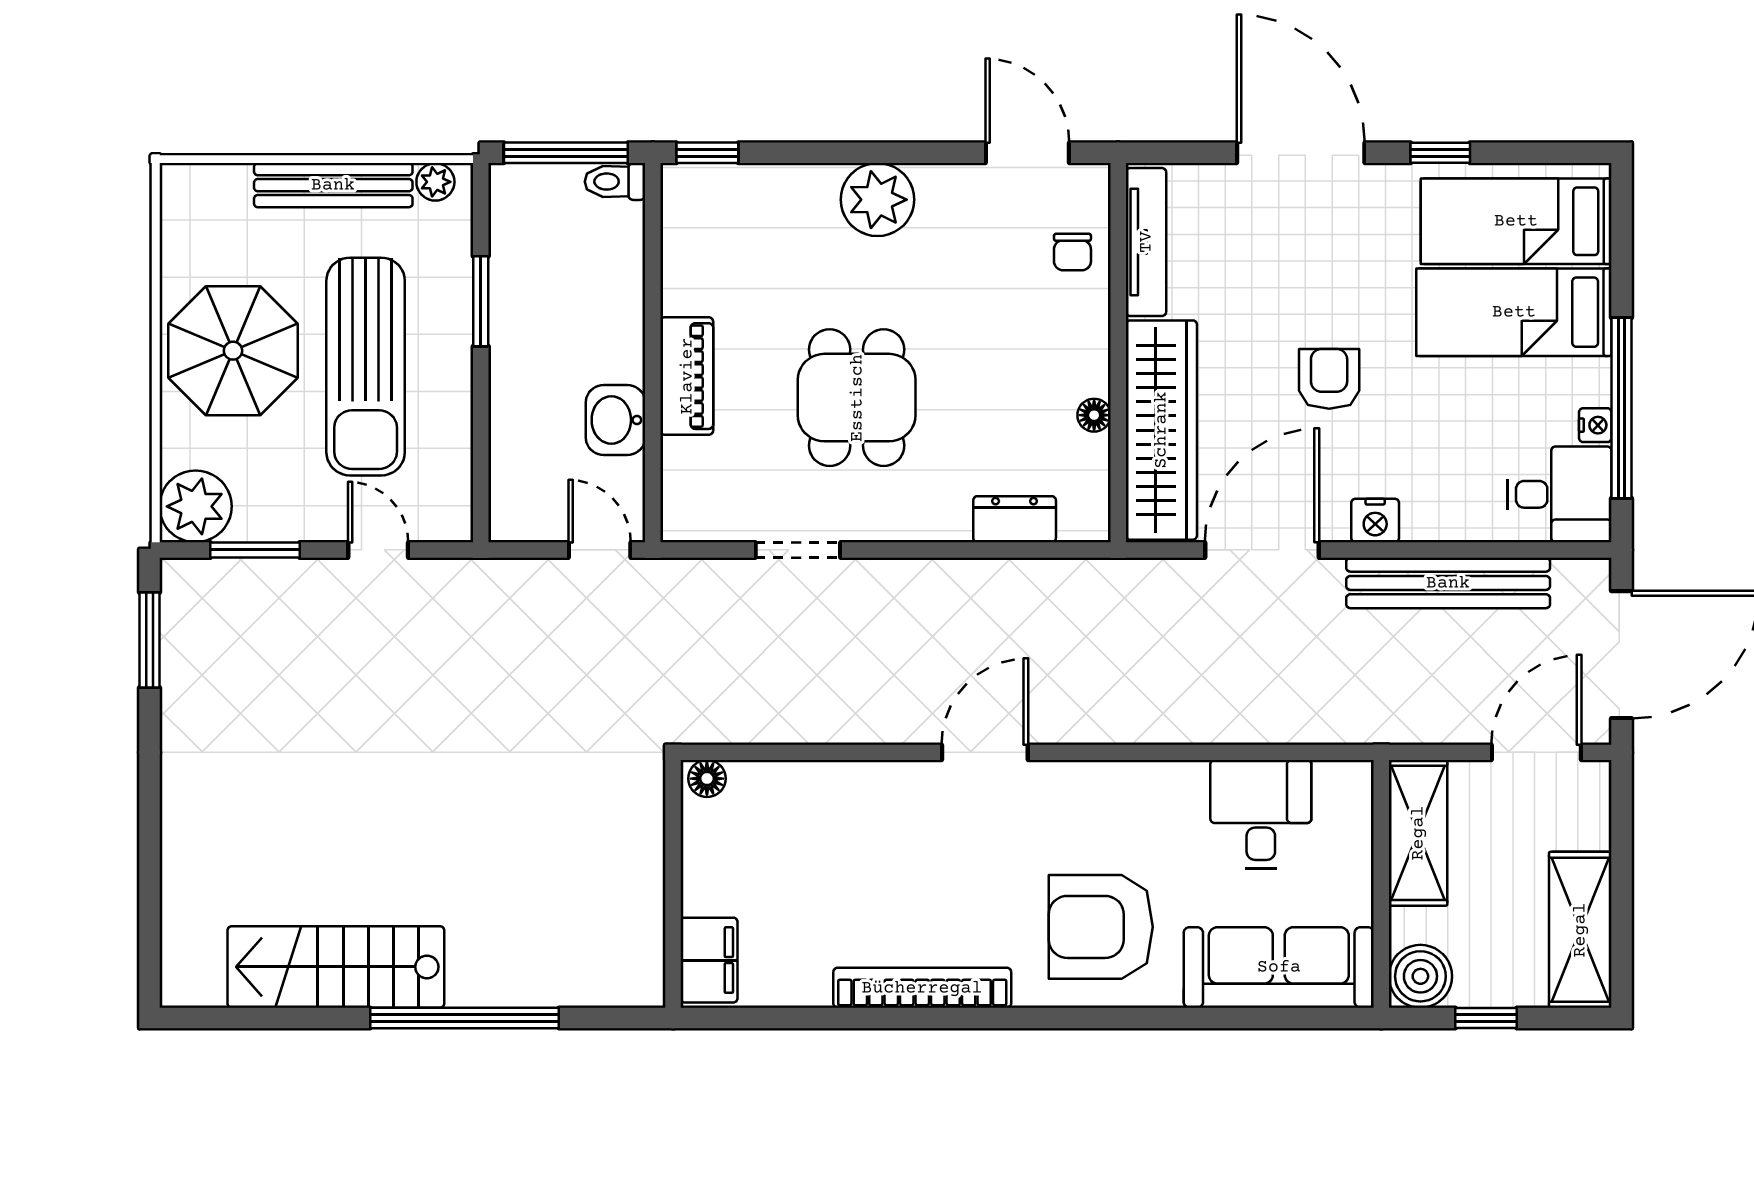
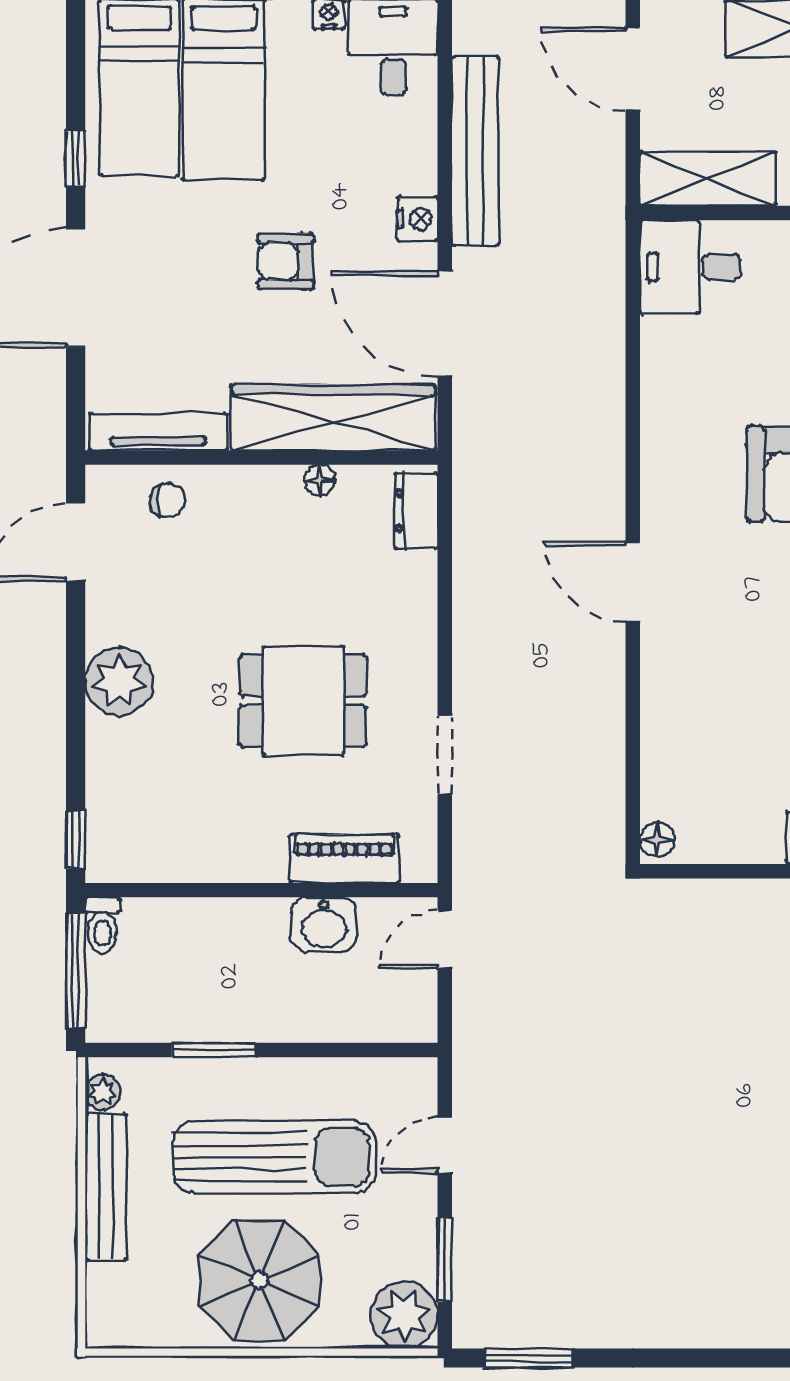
piano: (687, 376) -> (344, 859), moved
dresser: (1015, 519) -> (416, 511), moved
desk: (1261, 814) -> (690, 267), moved

